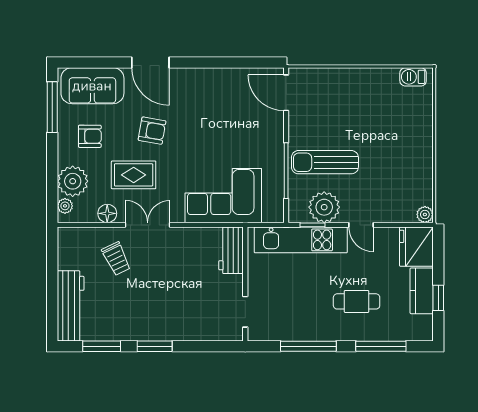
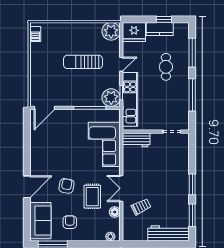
sun lounger: (325, 162) -> (83, 62), moved, turned 90
plant: (73, 181) -> (96, 232), removed
plant: (324, 207) -> (111, 98), moved
plant: (425, 214) -> (111, 31), width x1.87, depth x1.87

